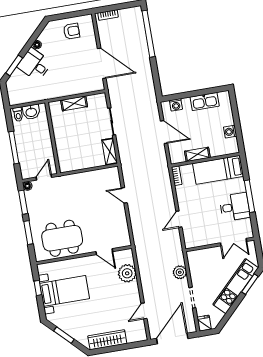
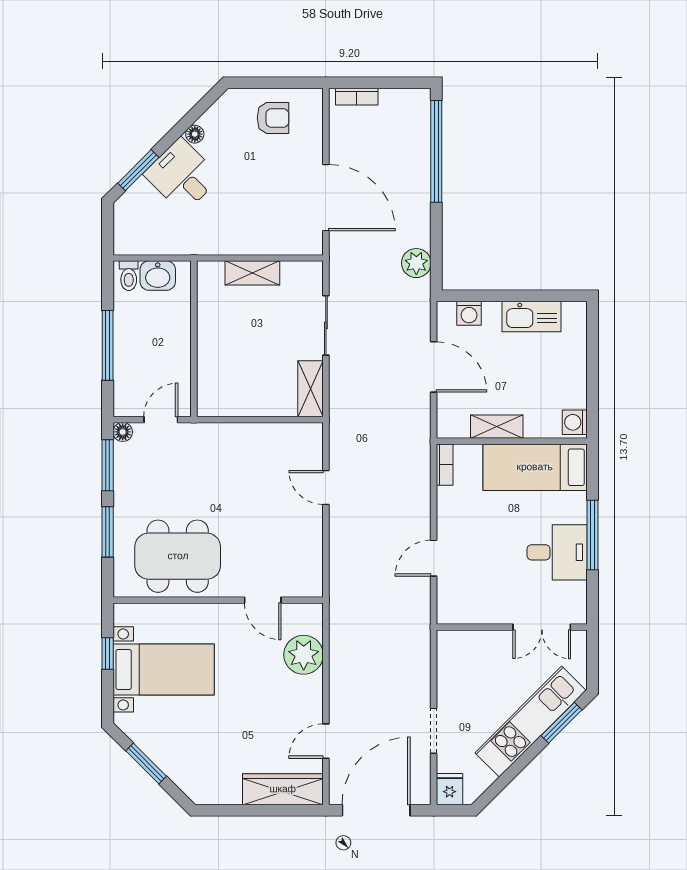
washing machine: (230, 132) -> (575, 422), moved
plant: (180, 272) -> (416, 263), moved
wardrobe: (107, 340) -> (283, 789), moved

